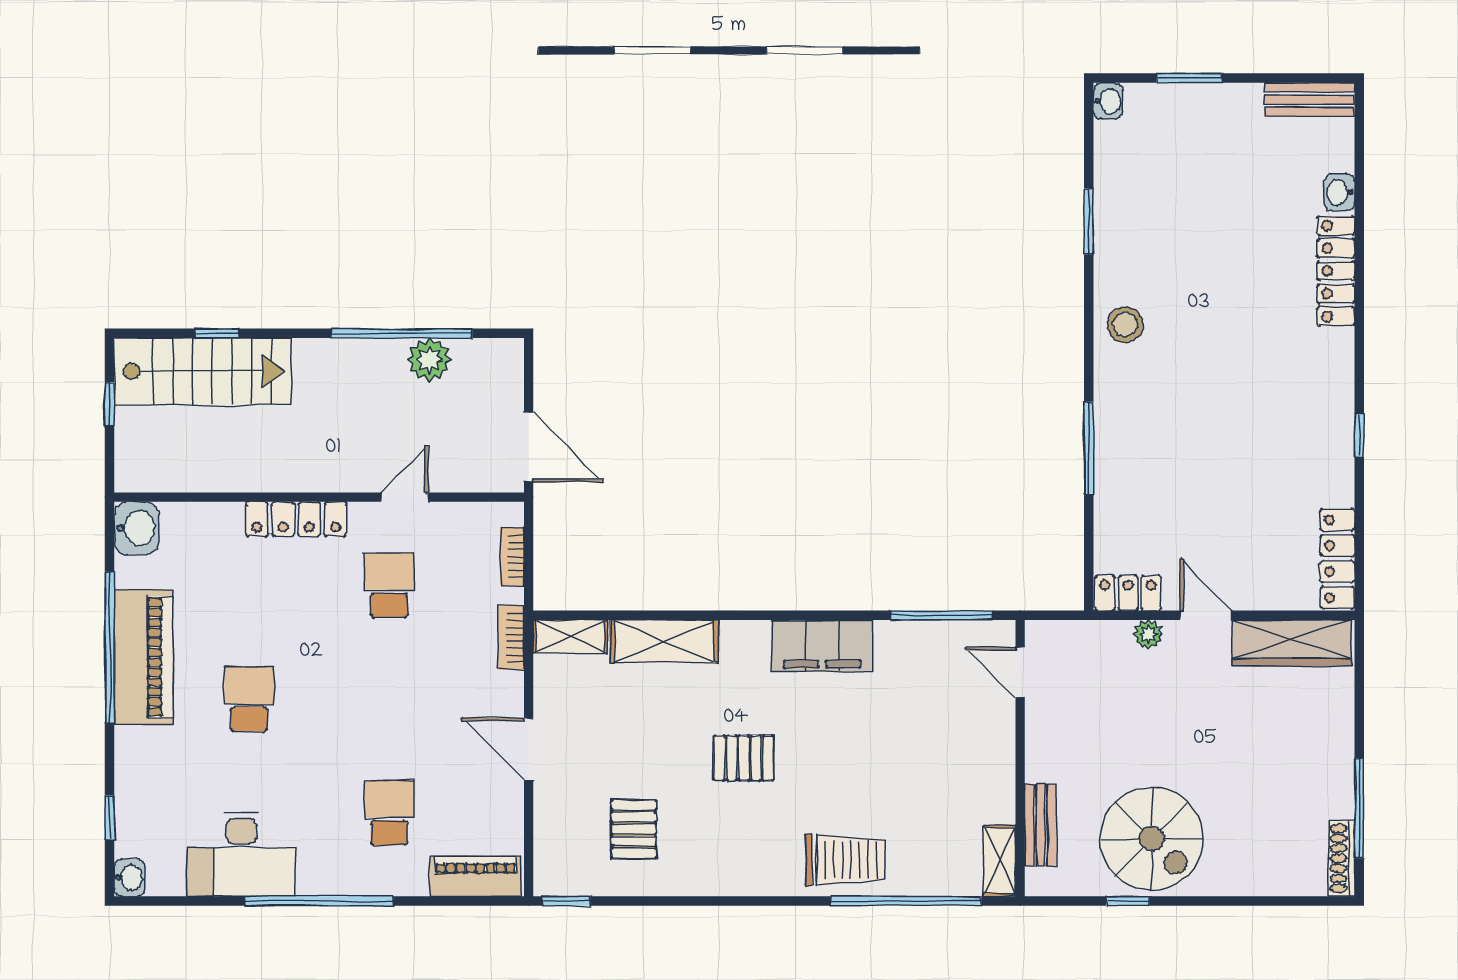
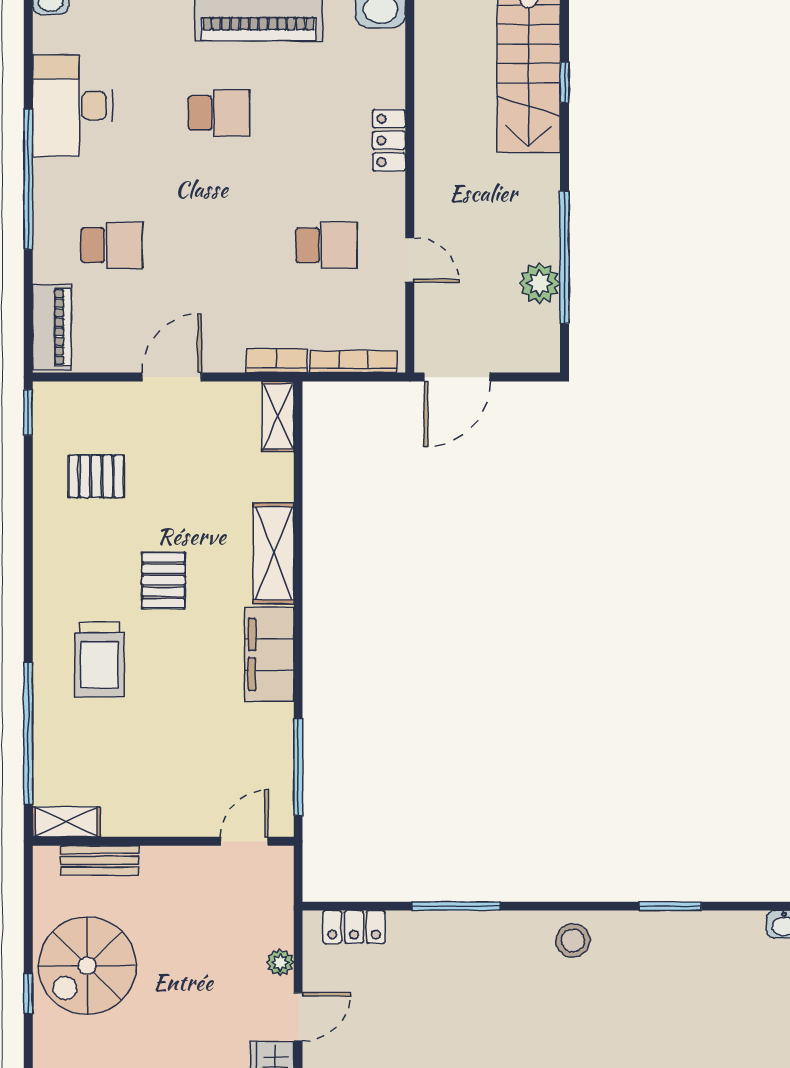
locker: (296, 519) -> (389, 140), width x0.66
bookcase: (512, 557) -> (354, 362), width x1.56
locker: (1128, 593) -> (354, 927), moved, turned 90
shelving: (664, 641) -> (274, 553), moved
trolley: (845, 860) -> (99, 660), moved
window: (1128, 901) -> (28, 993), moved

